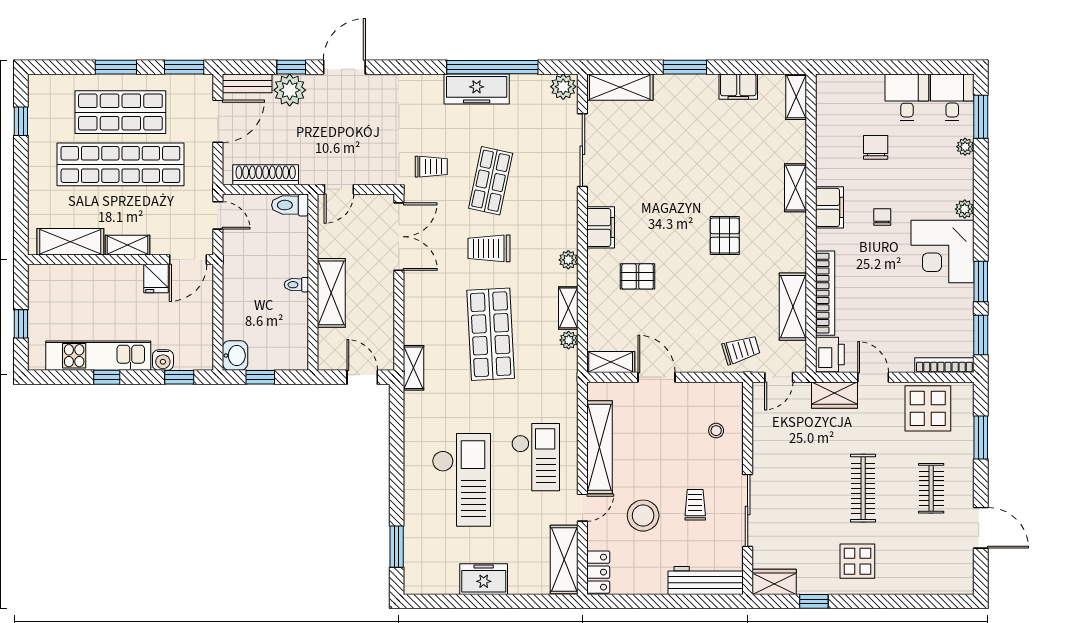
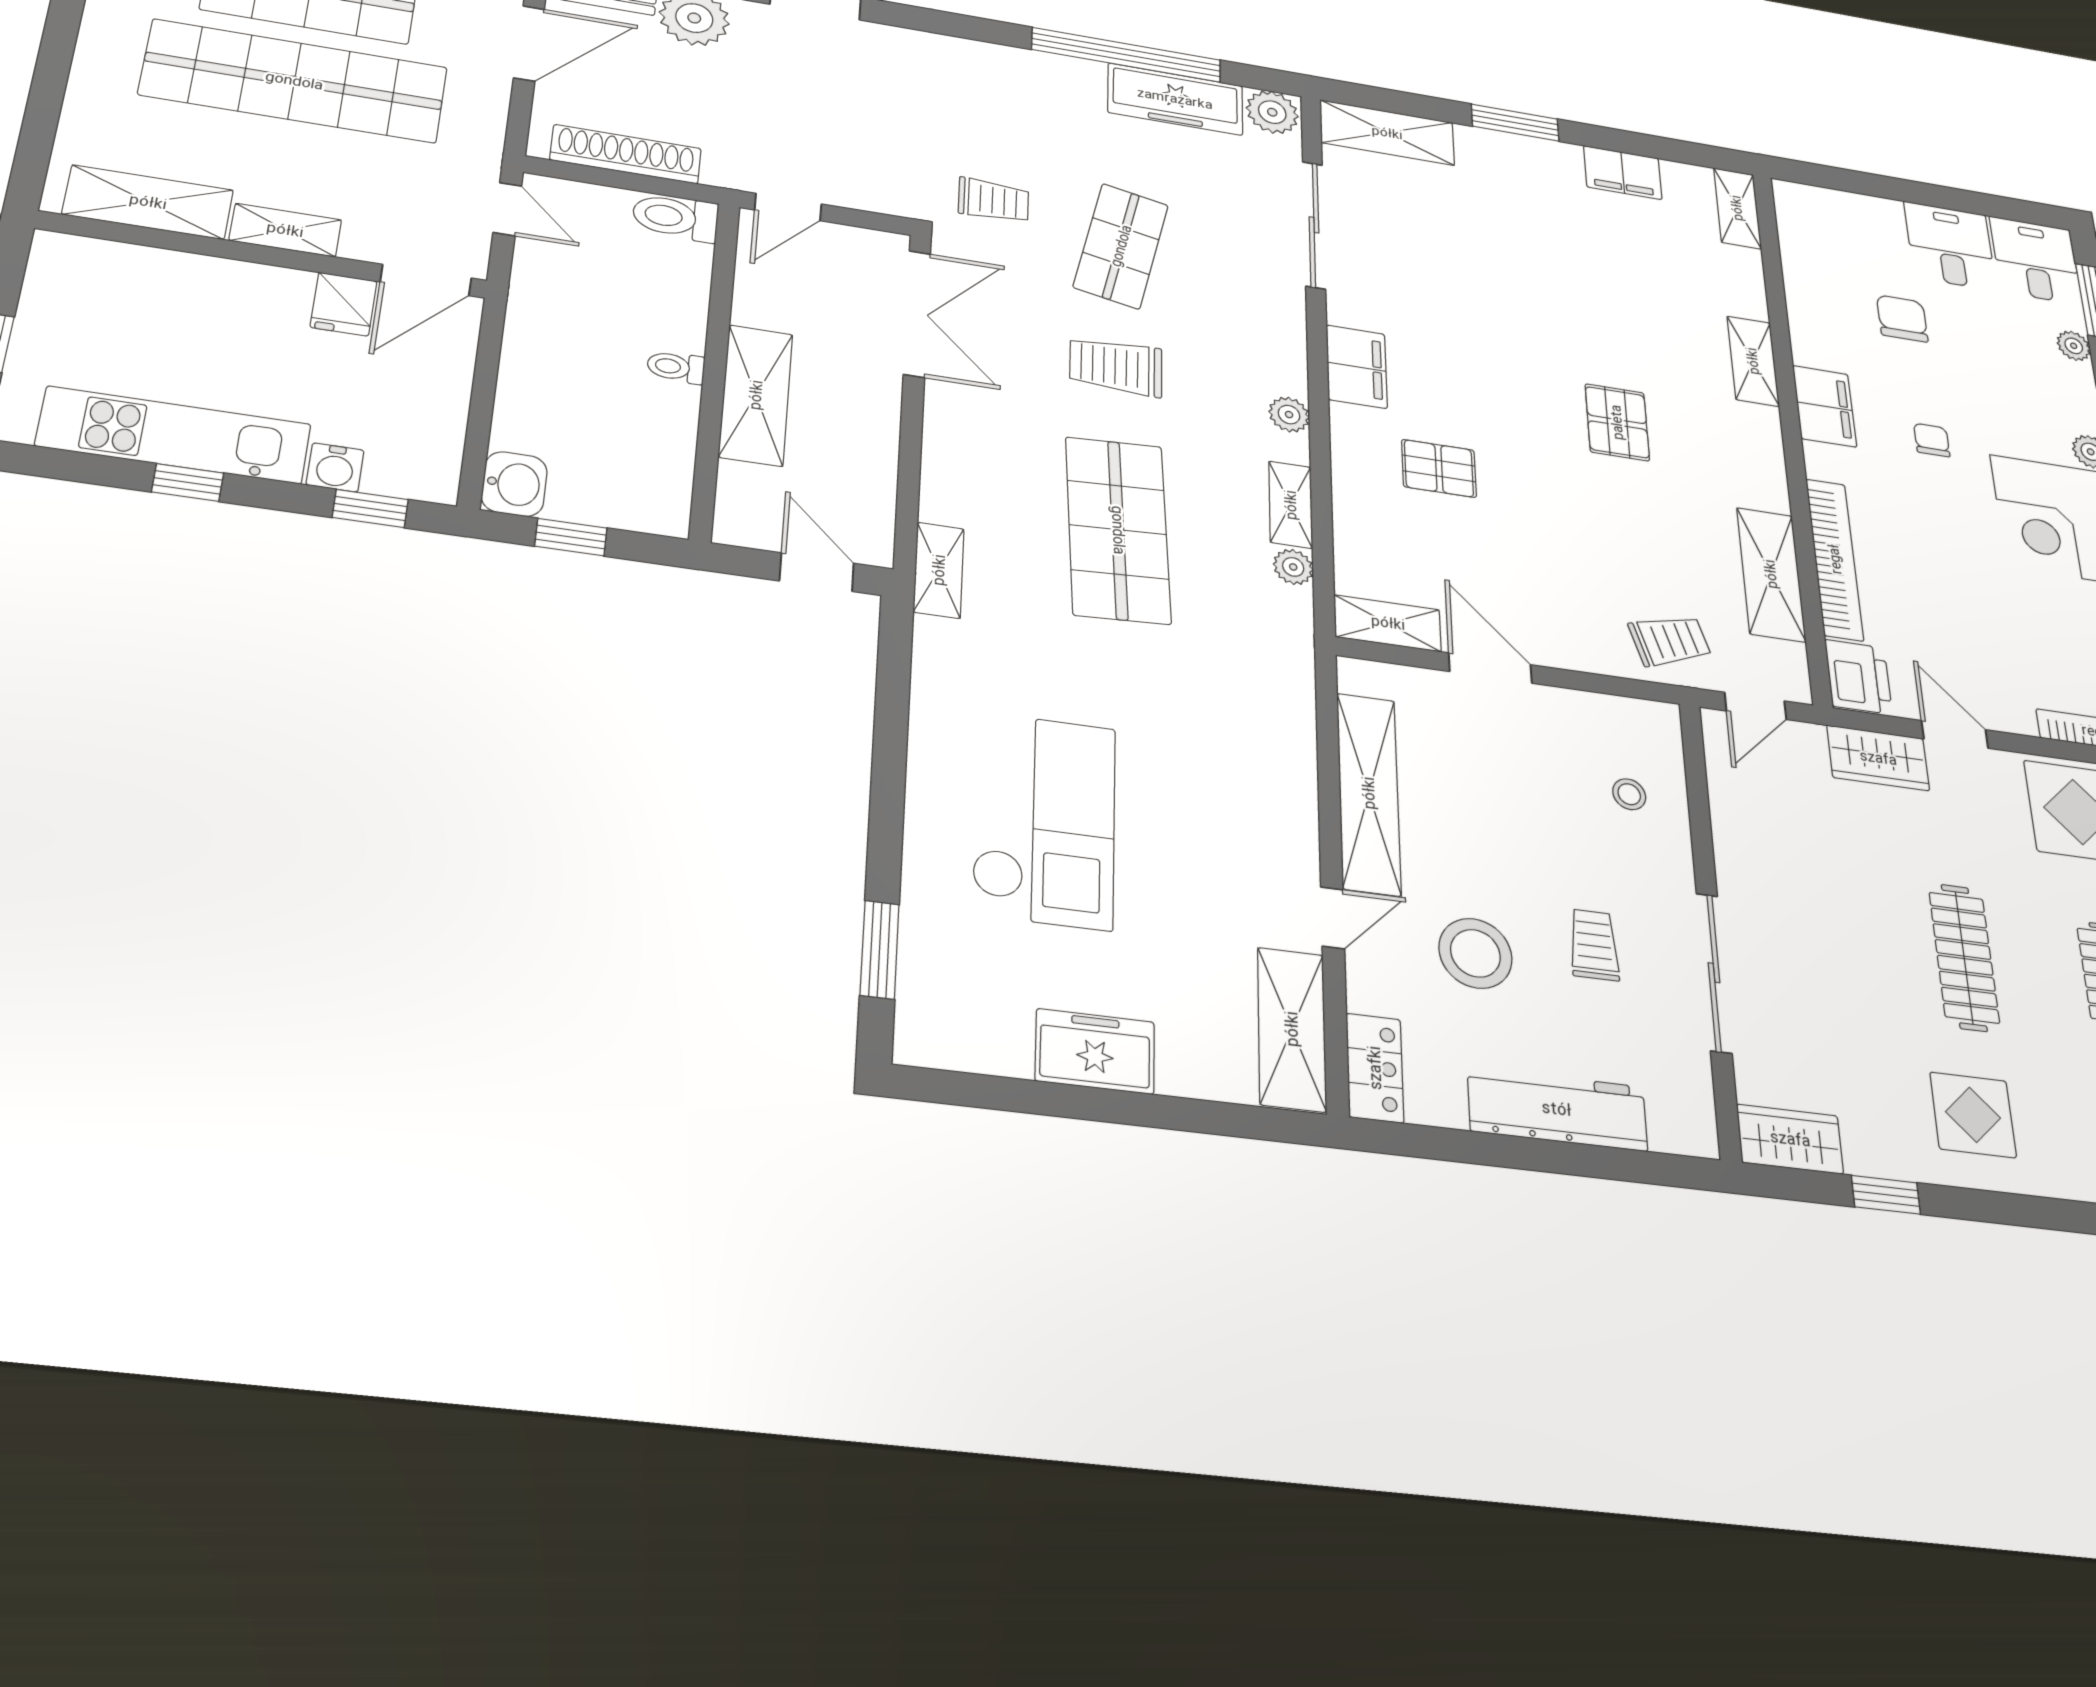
freezer: (477, 89) -> (1175, 99), moved
checkout: (536, 457) -> (1221, 795), removed
workbench: (706, 581) -> (1557, 1109), moved

